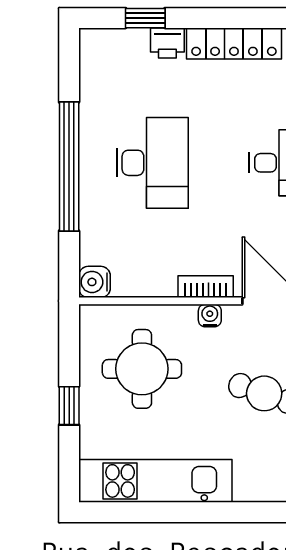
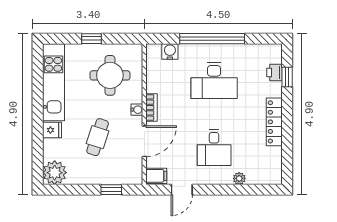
printer: (167, 43) -> (274, 72), moved
water cooler: (94, 282) -> (170, 51), moved
fridge: (250, 484) -> (52, 130), added

